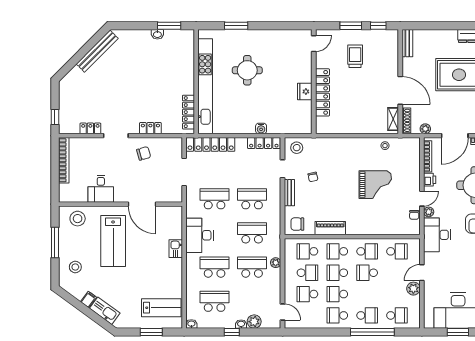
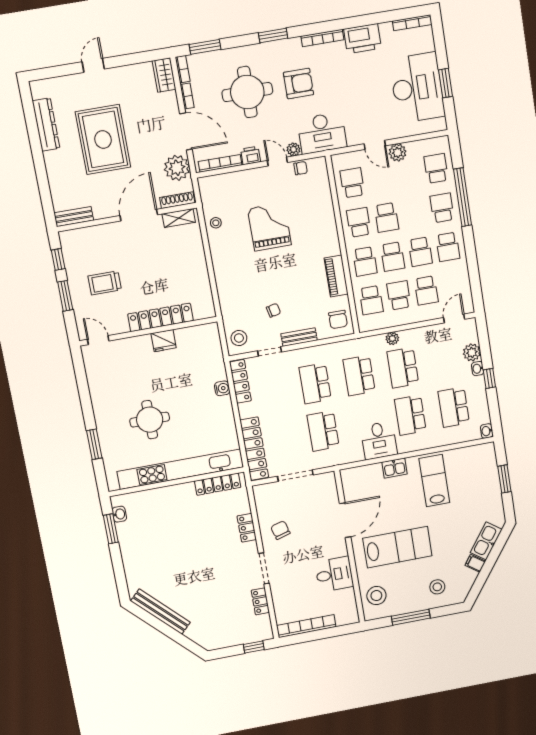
washbasin: (157, 34) -> (119, 514), moved
plant: (425, 129) -> (177, 168), width x1.87, depth x1.87
desk: (199, 235) -> (379, 440), width x0.73
lab bench: (161, 308) -> (434, 481), moved

